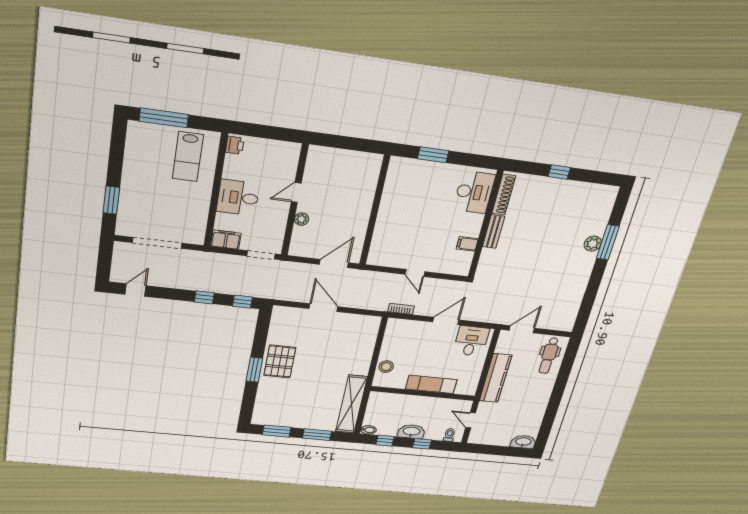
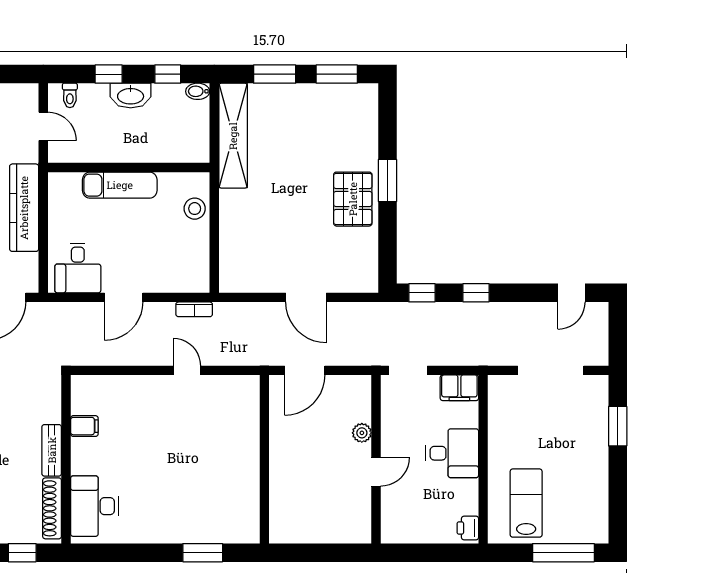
desk: (474, 192) -> (94, 506), moved
shoe rack: (504, 195) -> (52, 508), moved
wall: (485, 225) -> (66, 459), moved
bench: (494, 232) -> (52, 450), moved
filing cabinet: (467, 244) -> (84, 426), moved

